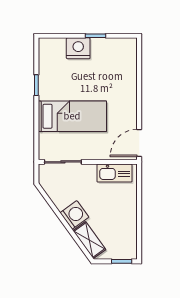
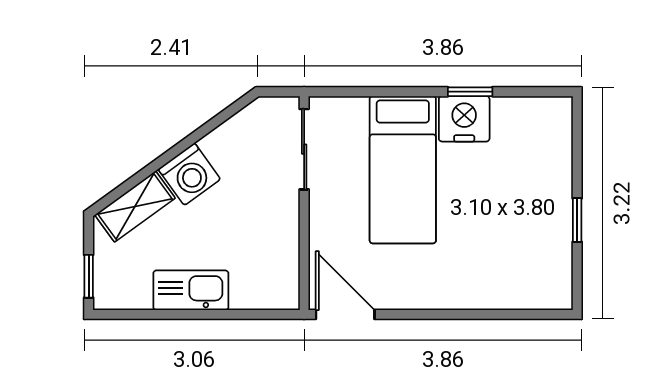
nightstand: (78, 48) -> (464, 119), moved, turned -90
kitchen sink: (114, 173) -> (191, 290), moved, turned 90

